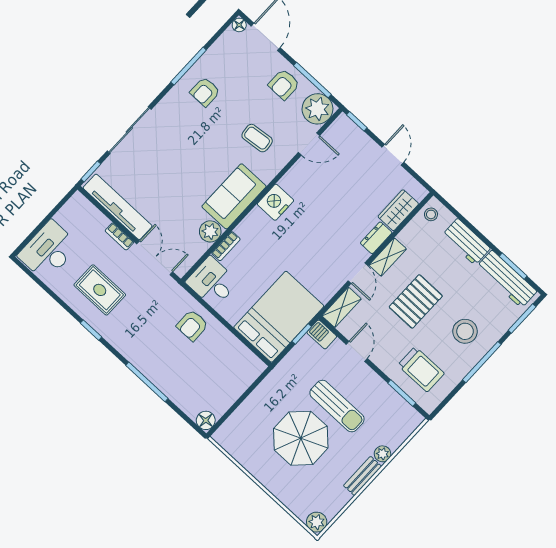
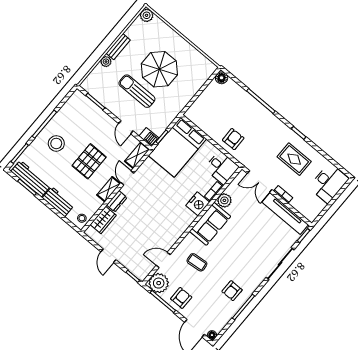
armchair: (205, 92) -> (232, 291), turned 180
nightstand: (275, 202) -> (198, 204), moved
trolley: (421, 369) -> (84, 118), removed

